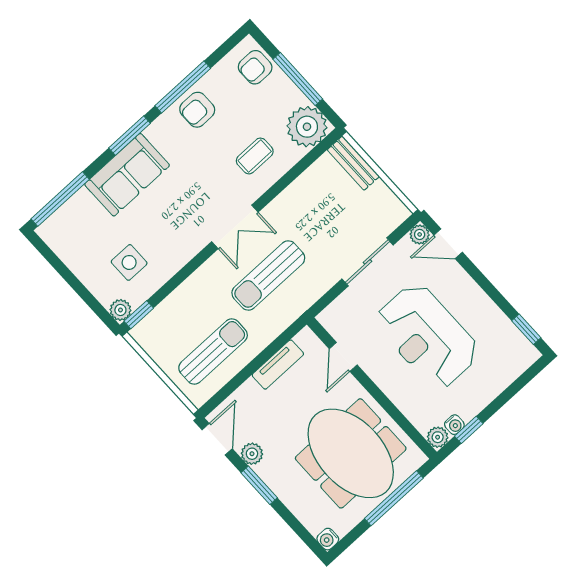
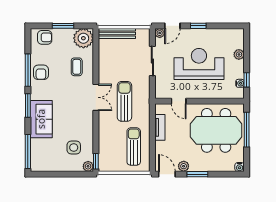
armchair: (255, 67) -> (45, 37), turned -90
window: (298, 79) -> (63, 26), width x0.69
bench: (353, 163) -> (117, 33), width x1.36
sun lounger: (268, 275) -> (124, 101), turned 180
window: (526, 329) -> (198, 26), moved
reception desk: (427, 336) -> (199, 64), turned 180
plant: (438, 437) -> (239, 54), moved

